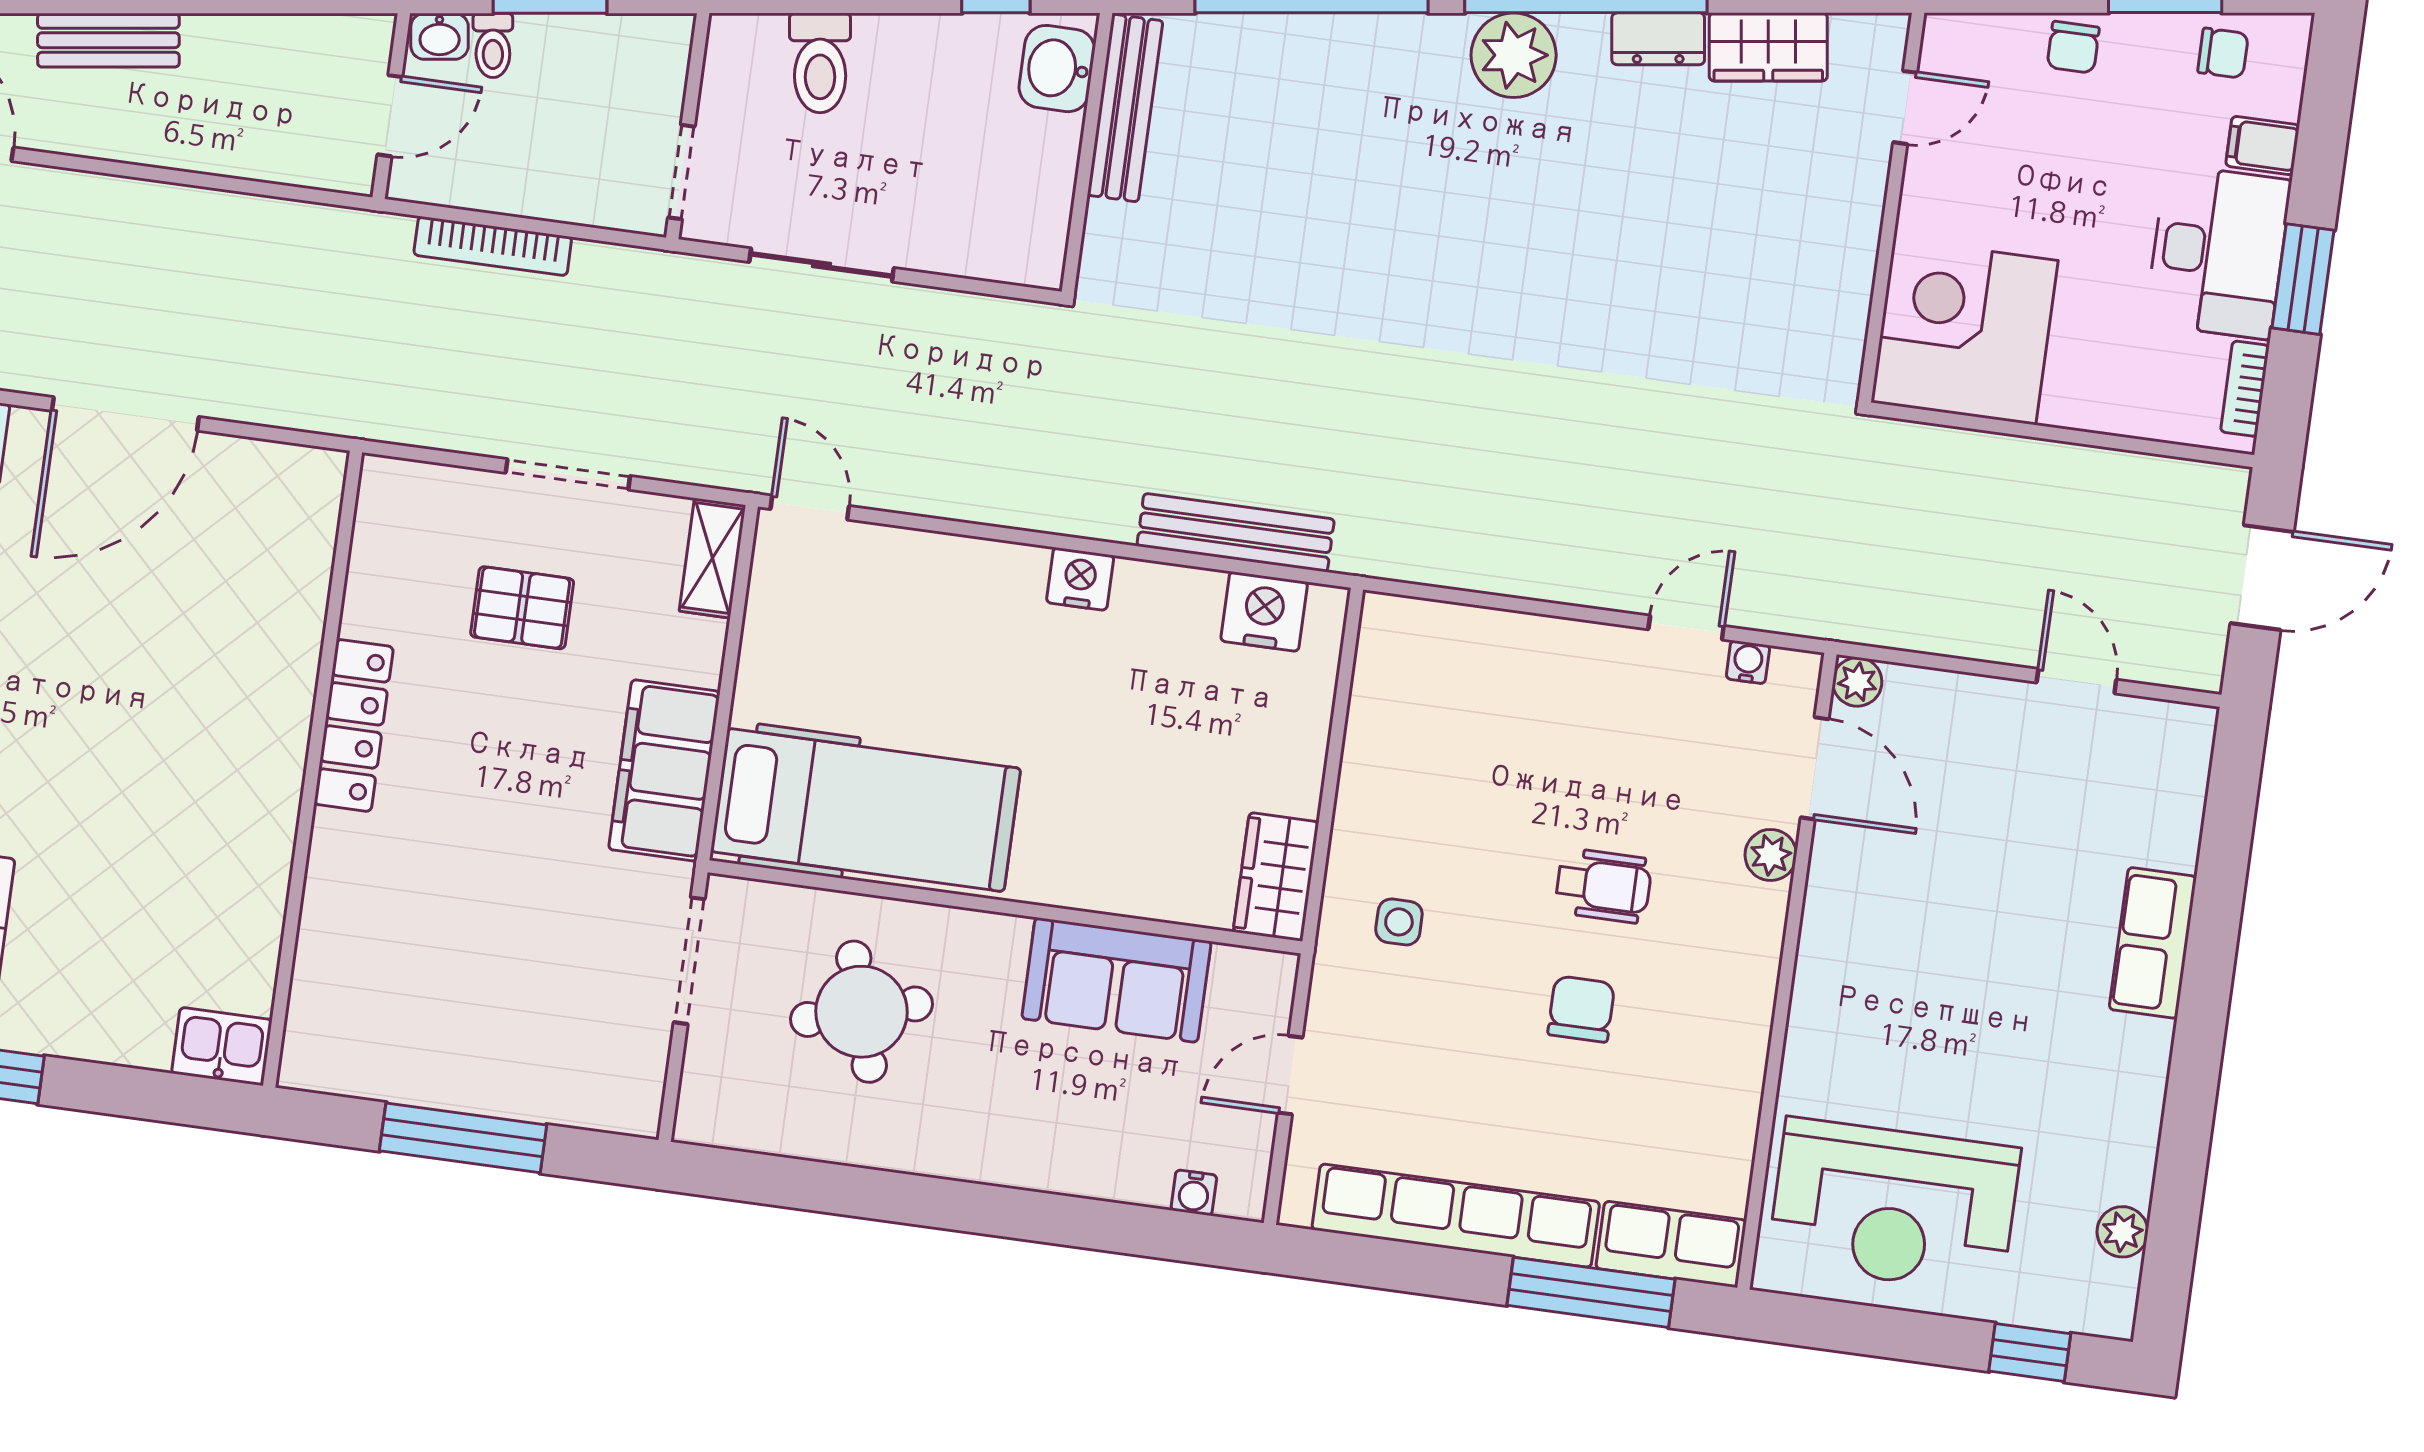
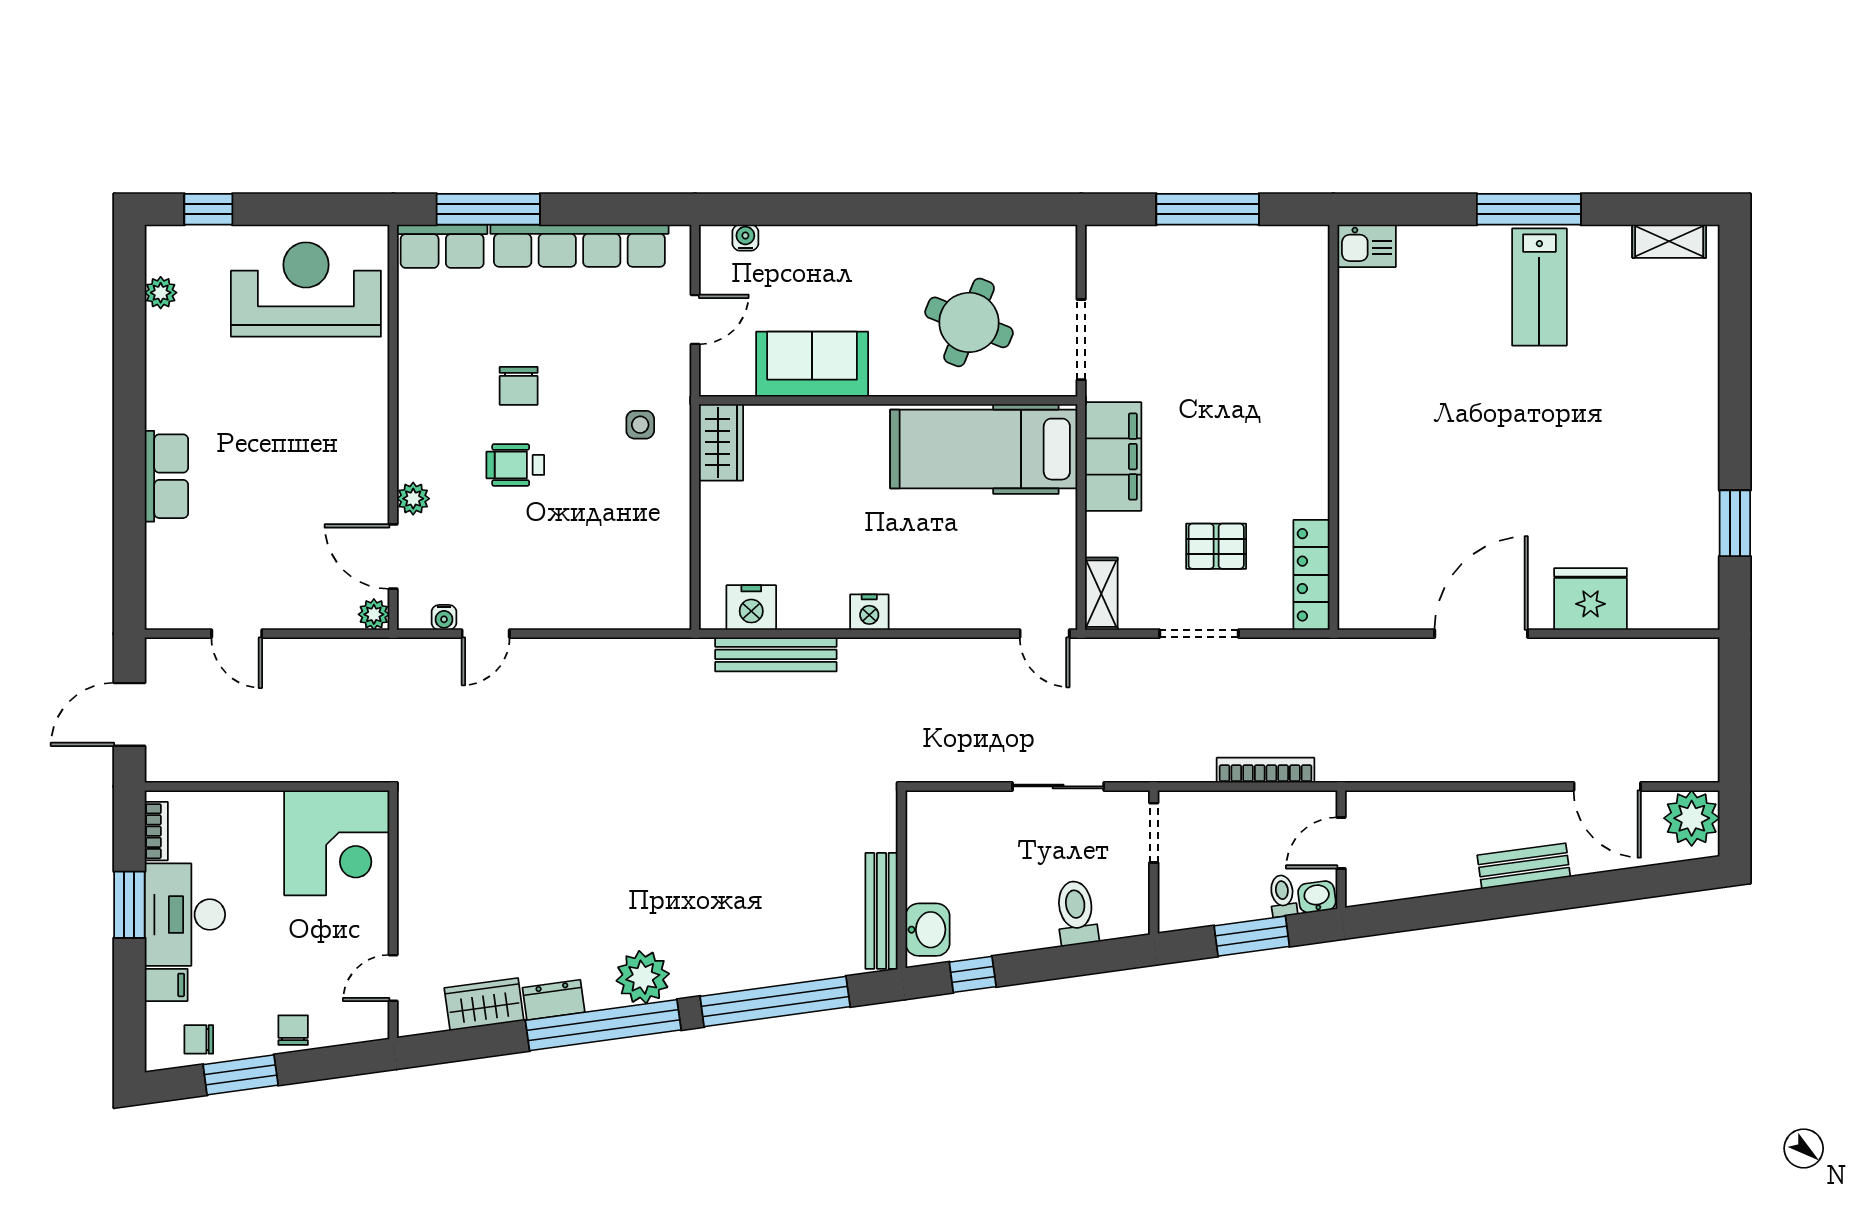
locker: (354, 725) -> (1311, 575), moved
round table: (861, 1012) -> (969, 322), turned 38

